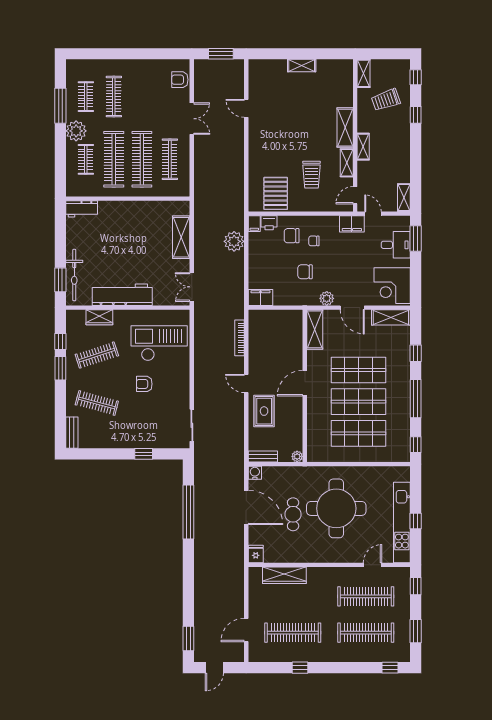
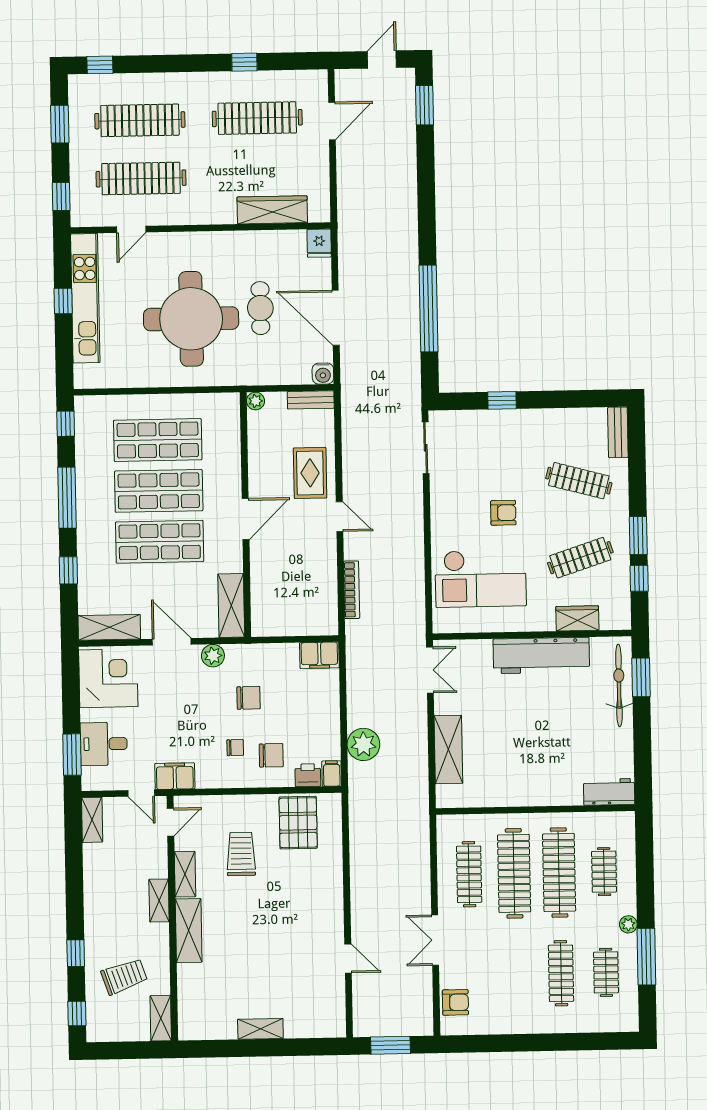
plant: (76, 131) -> (628, 924), width x0.53, depth x0.53

